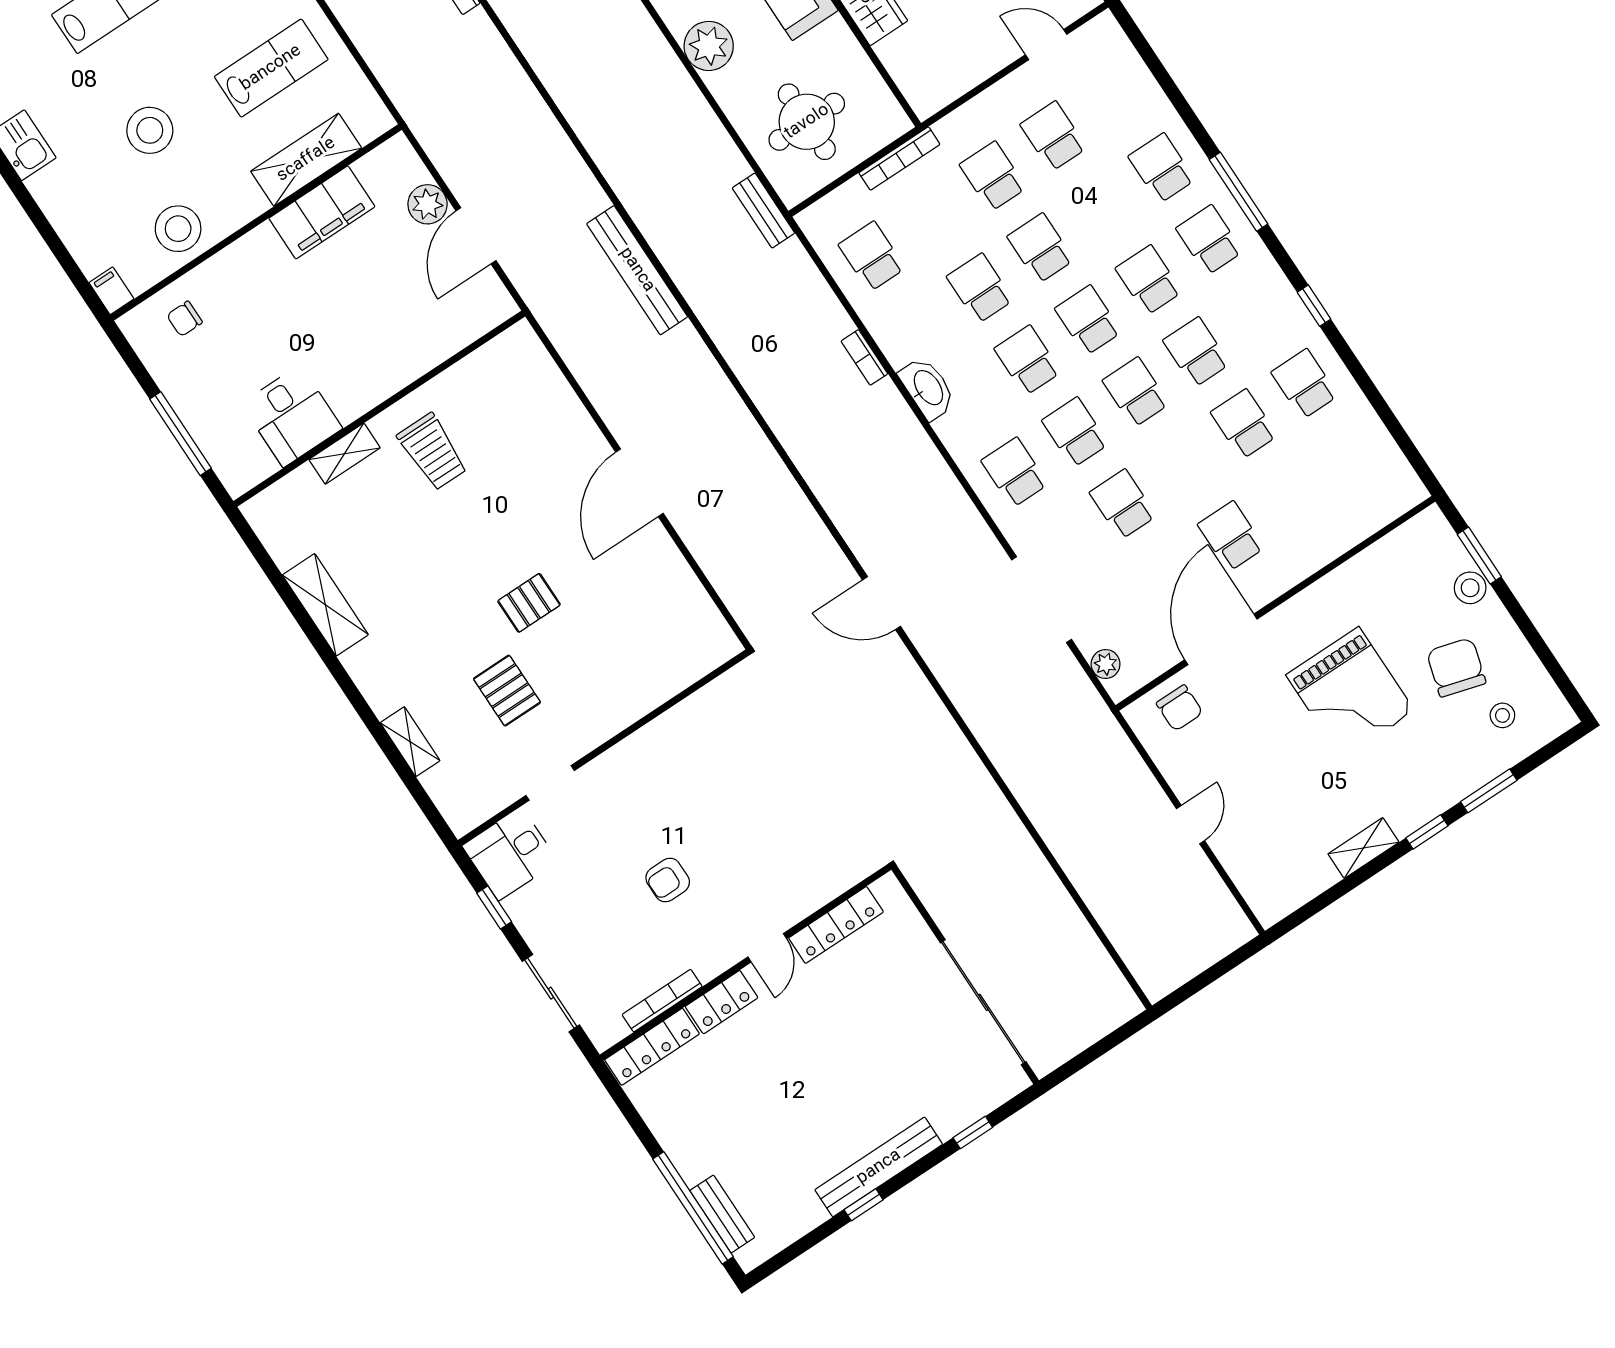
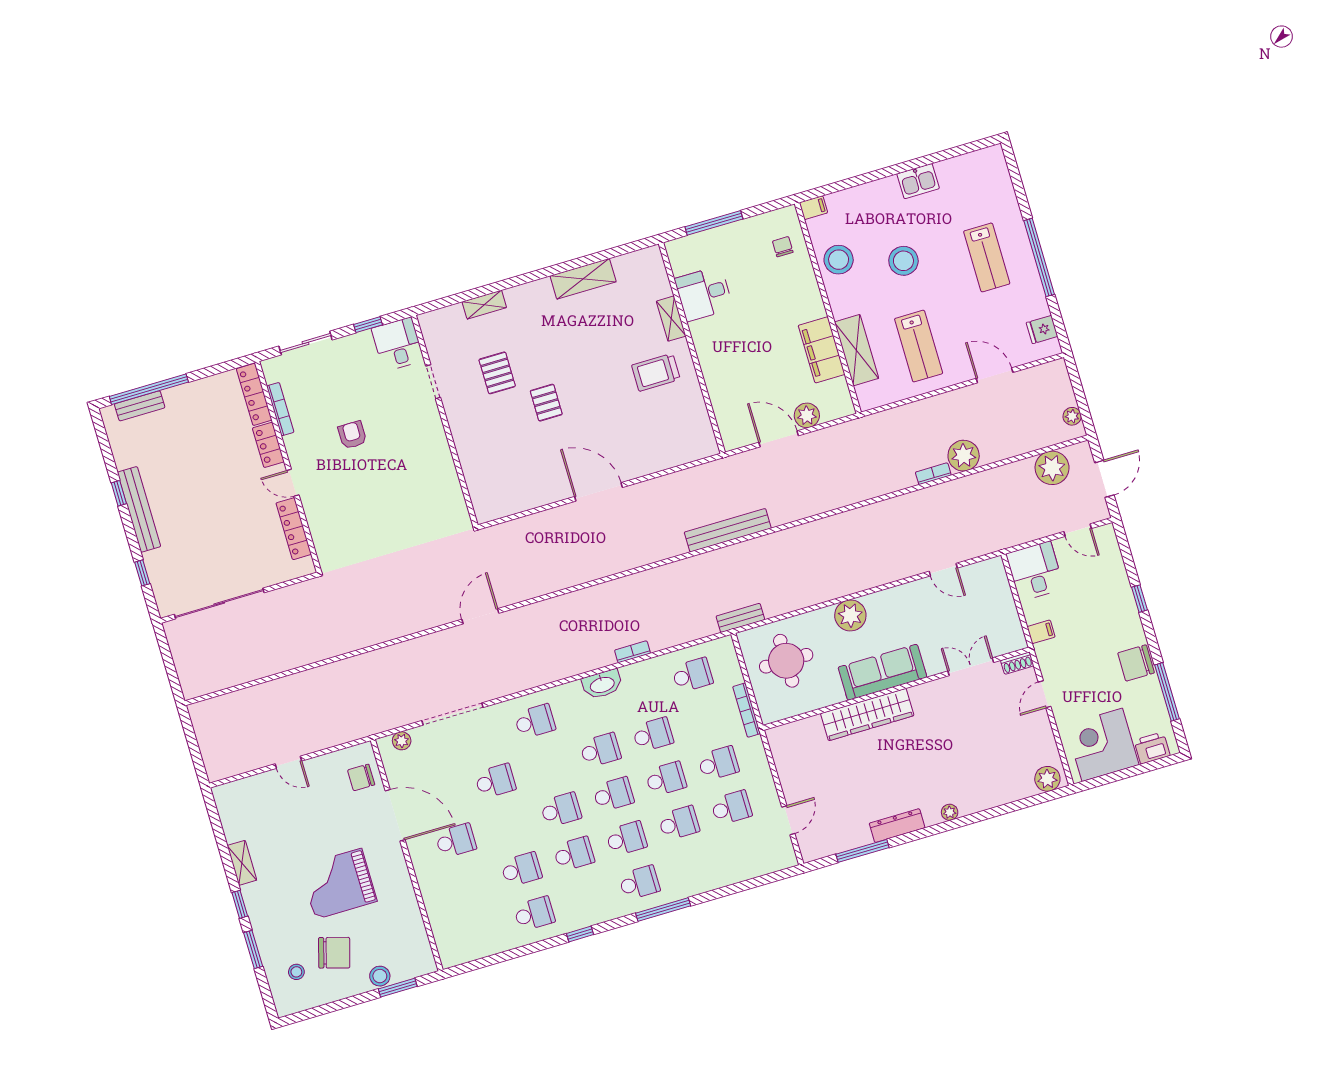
school desk: (1162, 168) -> (679, 823), moved
school desk: (1075, 432) -> (548, 766), removed
pallet: (507, 691) -> (497, 373), turned 90

